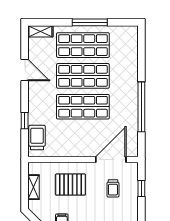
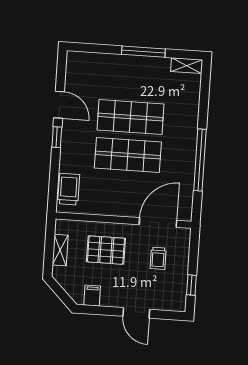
shelving: (40, 31) -> (187, 66), moved
shop shelf: (83, 45) -> (133, 79), removed
window: (25, 121) -> (57, 137), moved
window: (141, 188) -> (191, 285), moved

